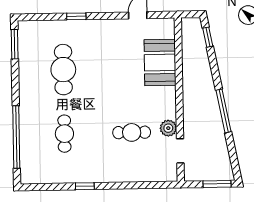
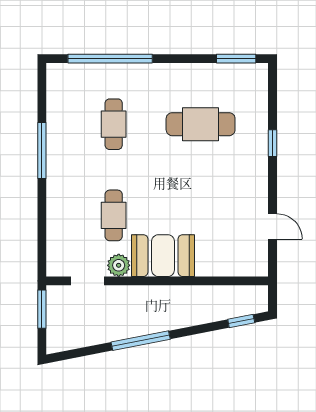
booth: (160, 63) -> (163, 256), moved
cafe table: (64, 134) -> (114, 124), turned 90
window: (217, 184) -> (42, 309), moved
window: (85, 186) -> (42, 151), width x2.17

